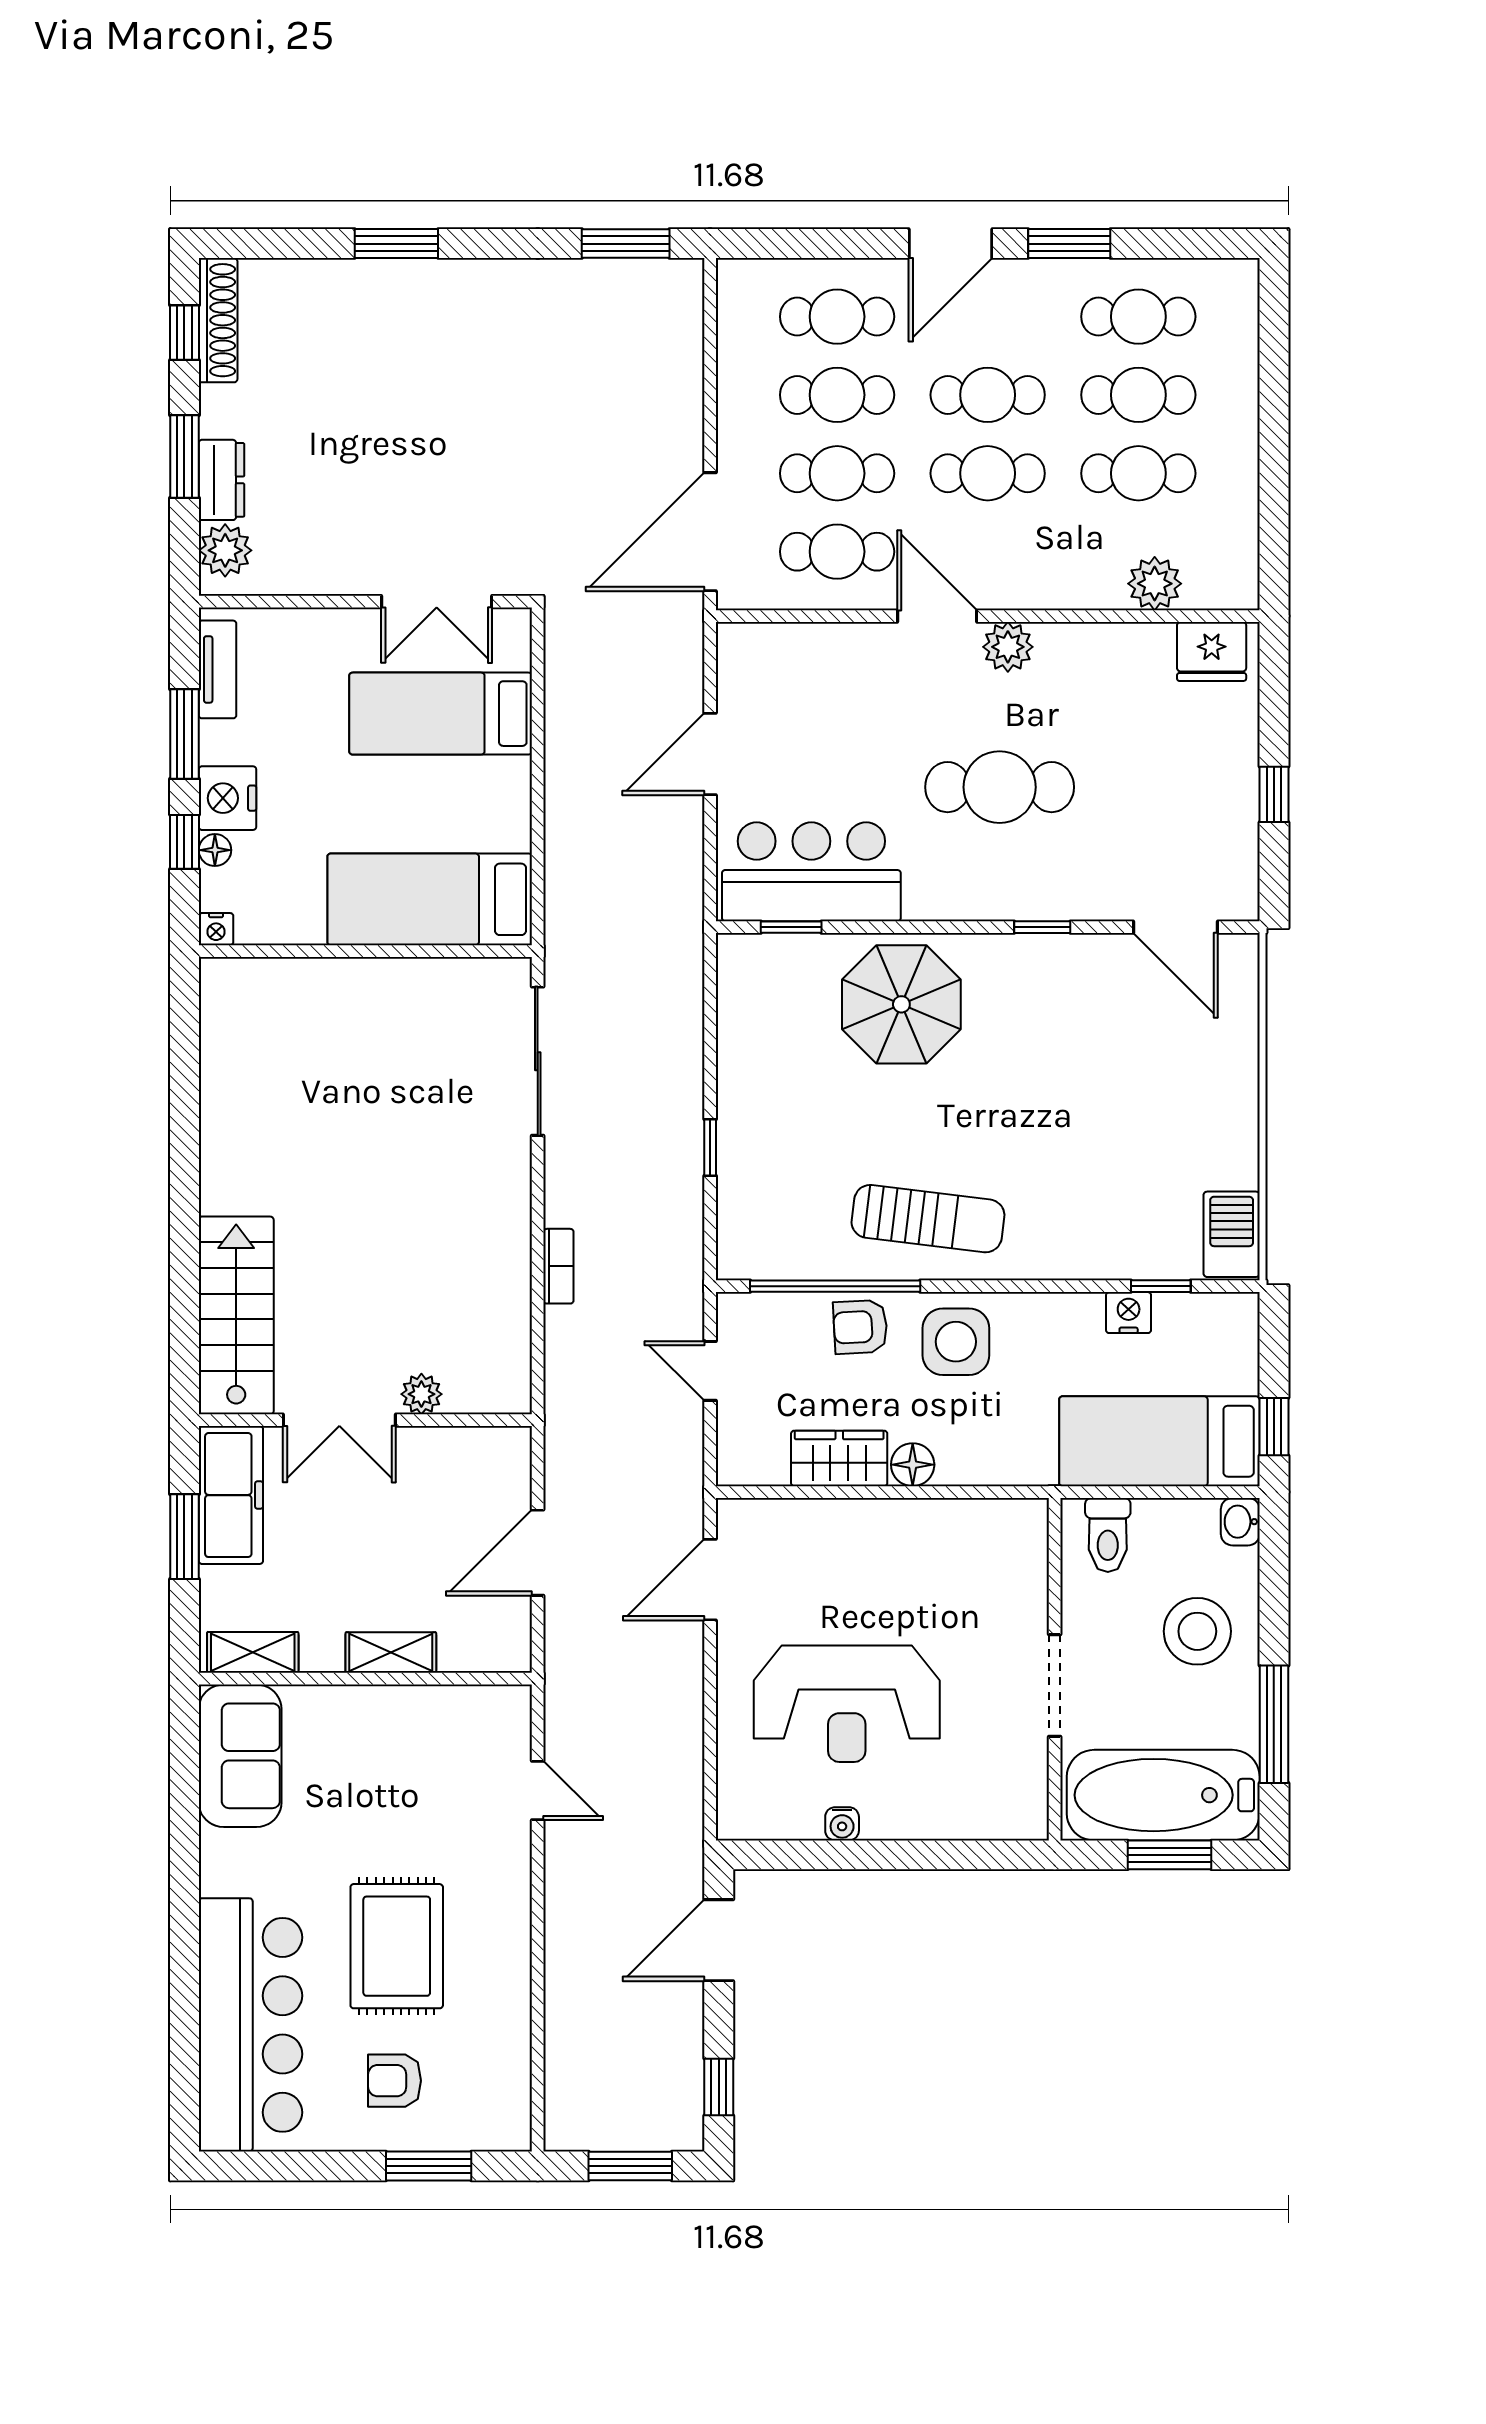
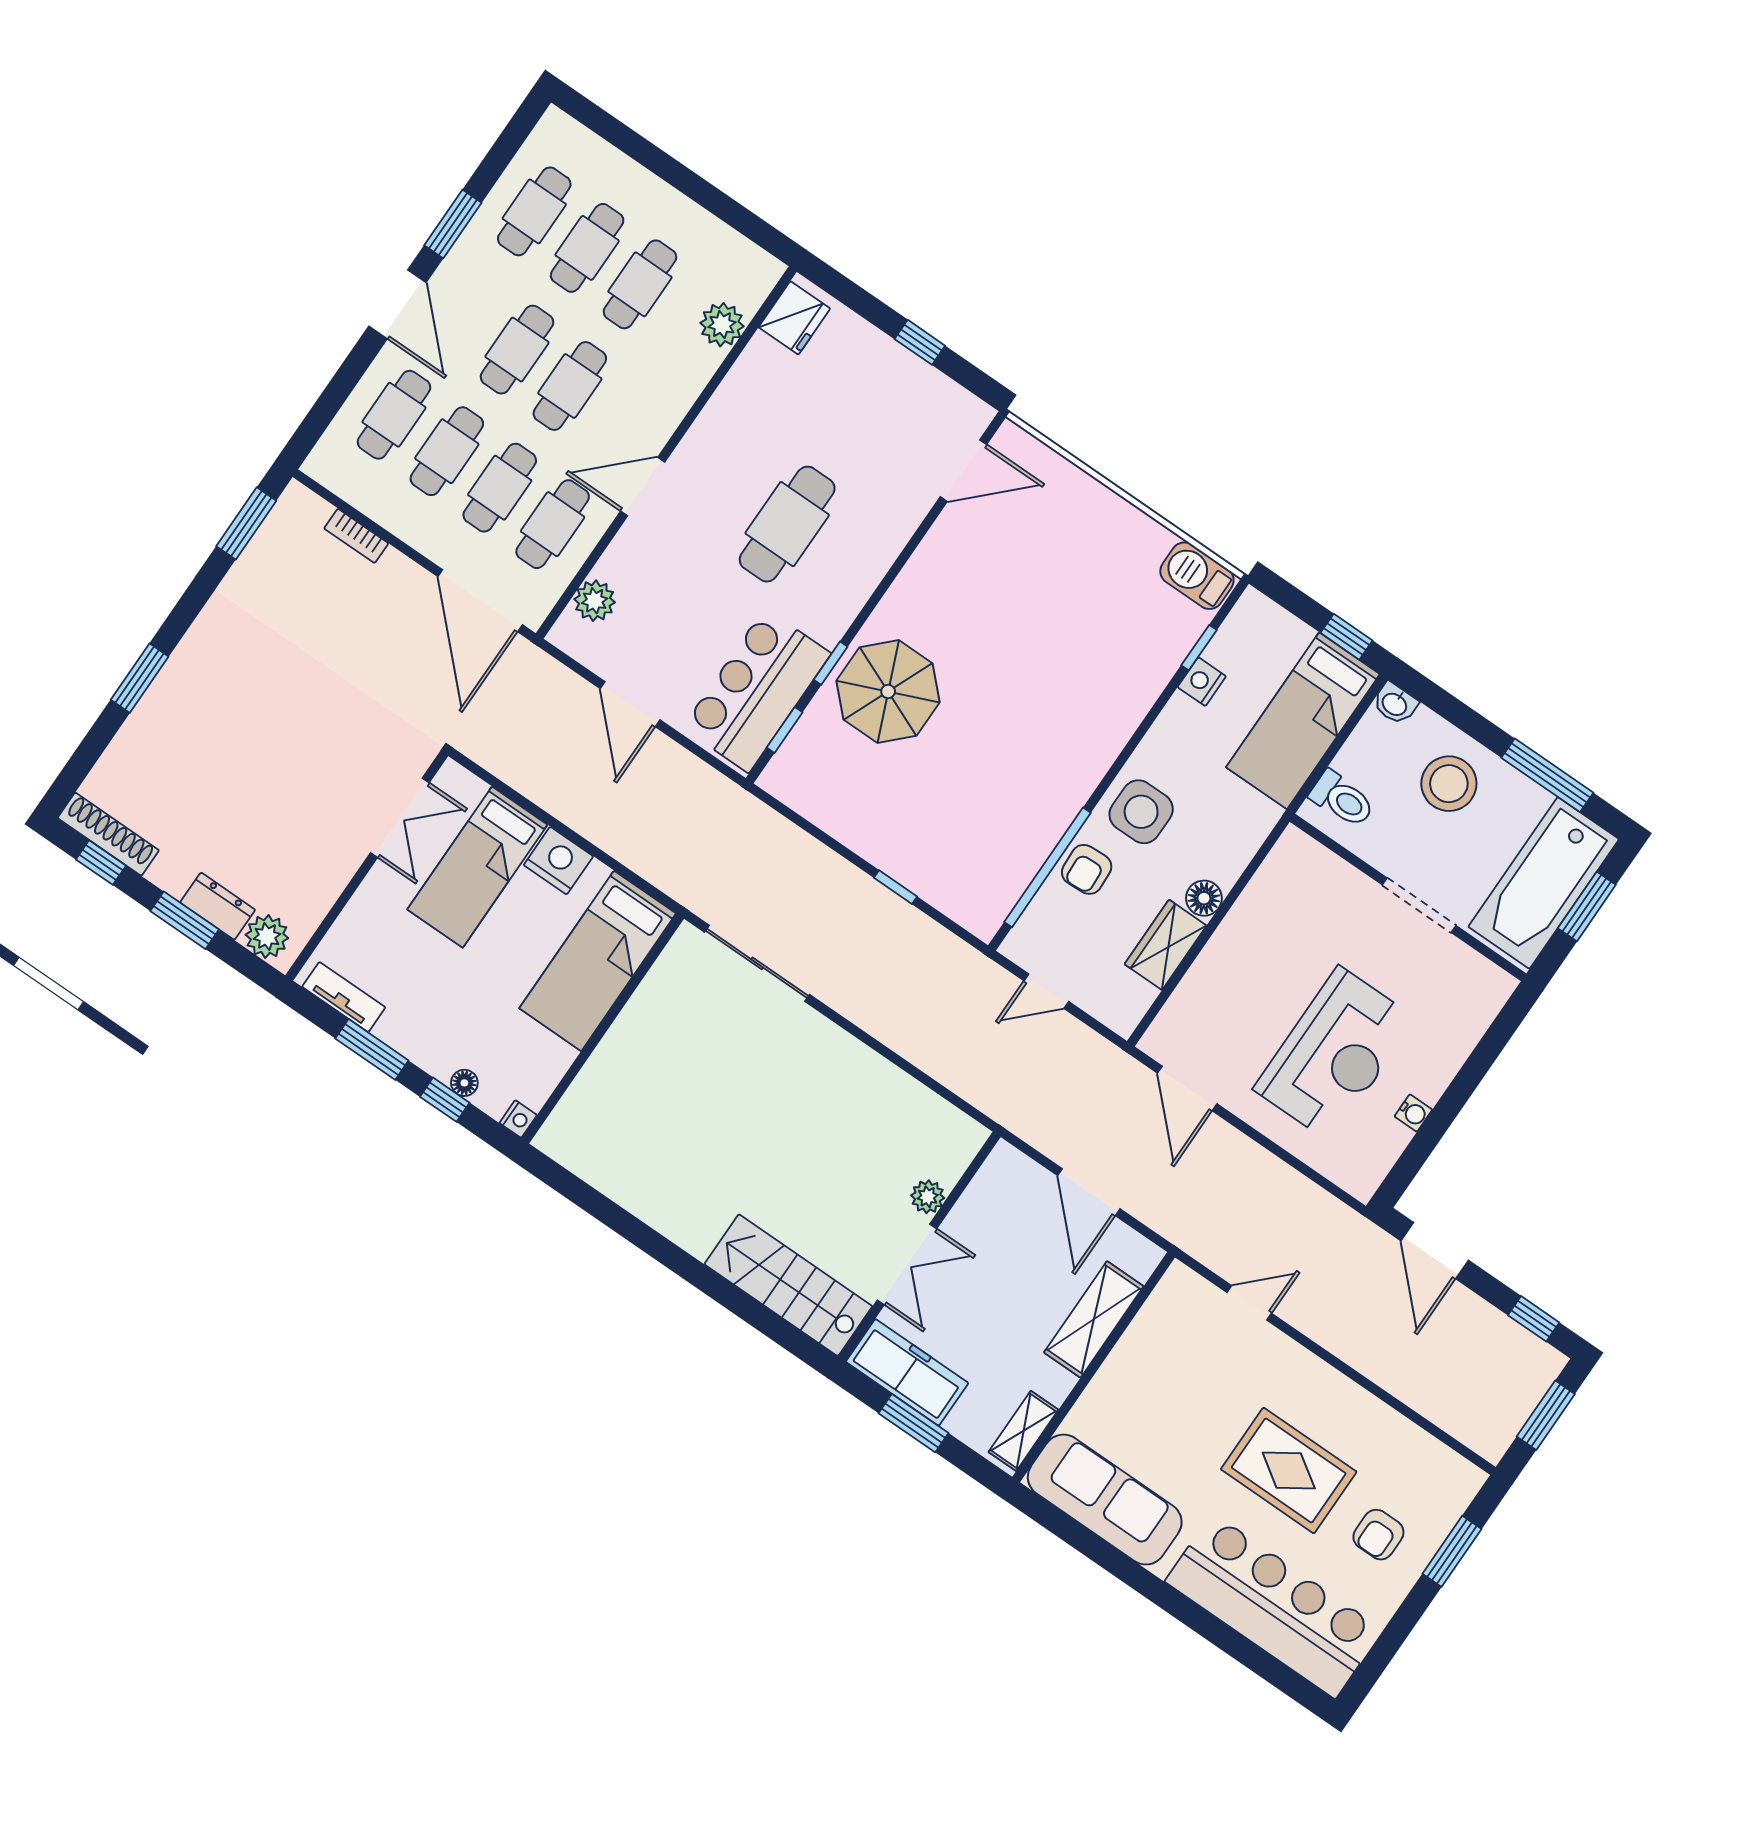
plant: (1008, 647) -> (595, 601), moved
nightstand: (227, 798) -> (558, 861), moved, turned 180
window: (1042, 927) -> (831, 663), moved
sun lounger: (928, 1219) -> (1045, 773), removed
bookcase: (558, 1266) -> (356, 536), moved, turned 180
shelving: (391, 1653) -> (1094, 1319), width x1.50, depth x1.33
sofa: (240, 1756) -> (1105, 1500), width x1.36

